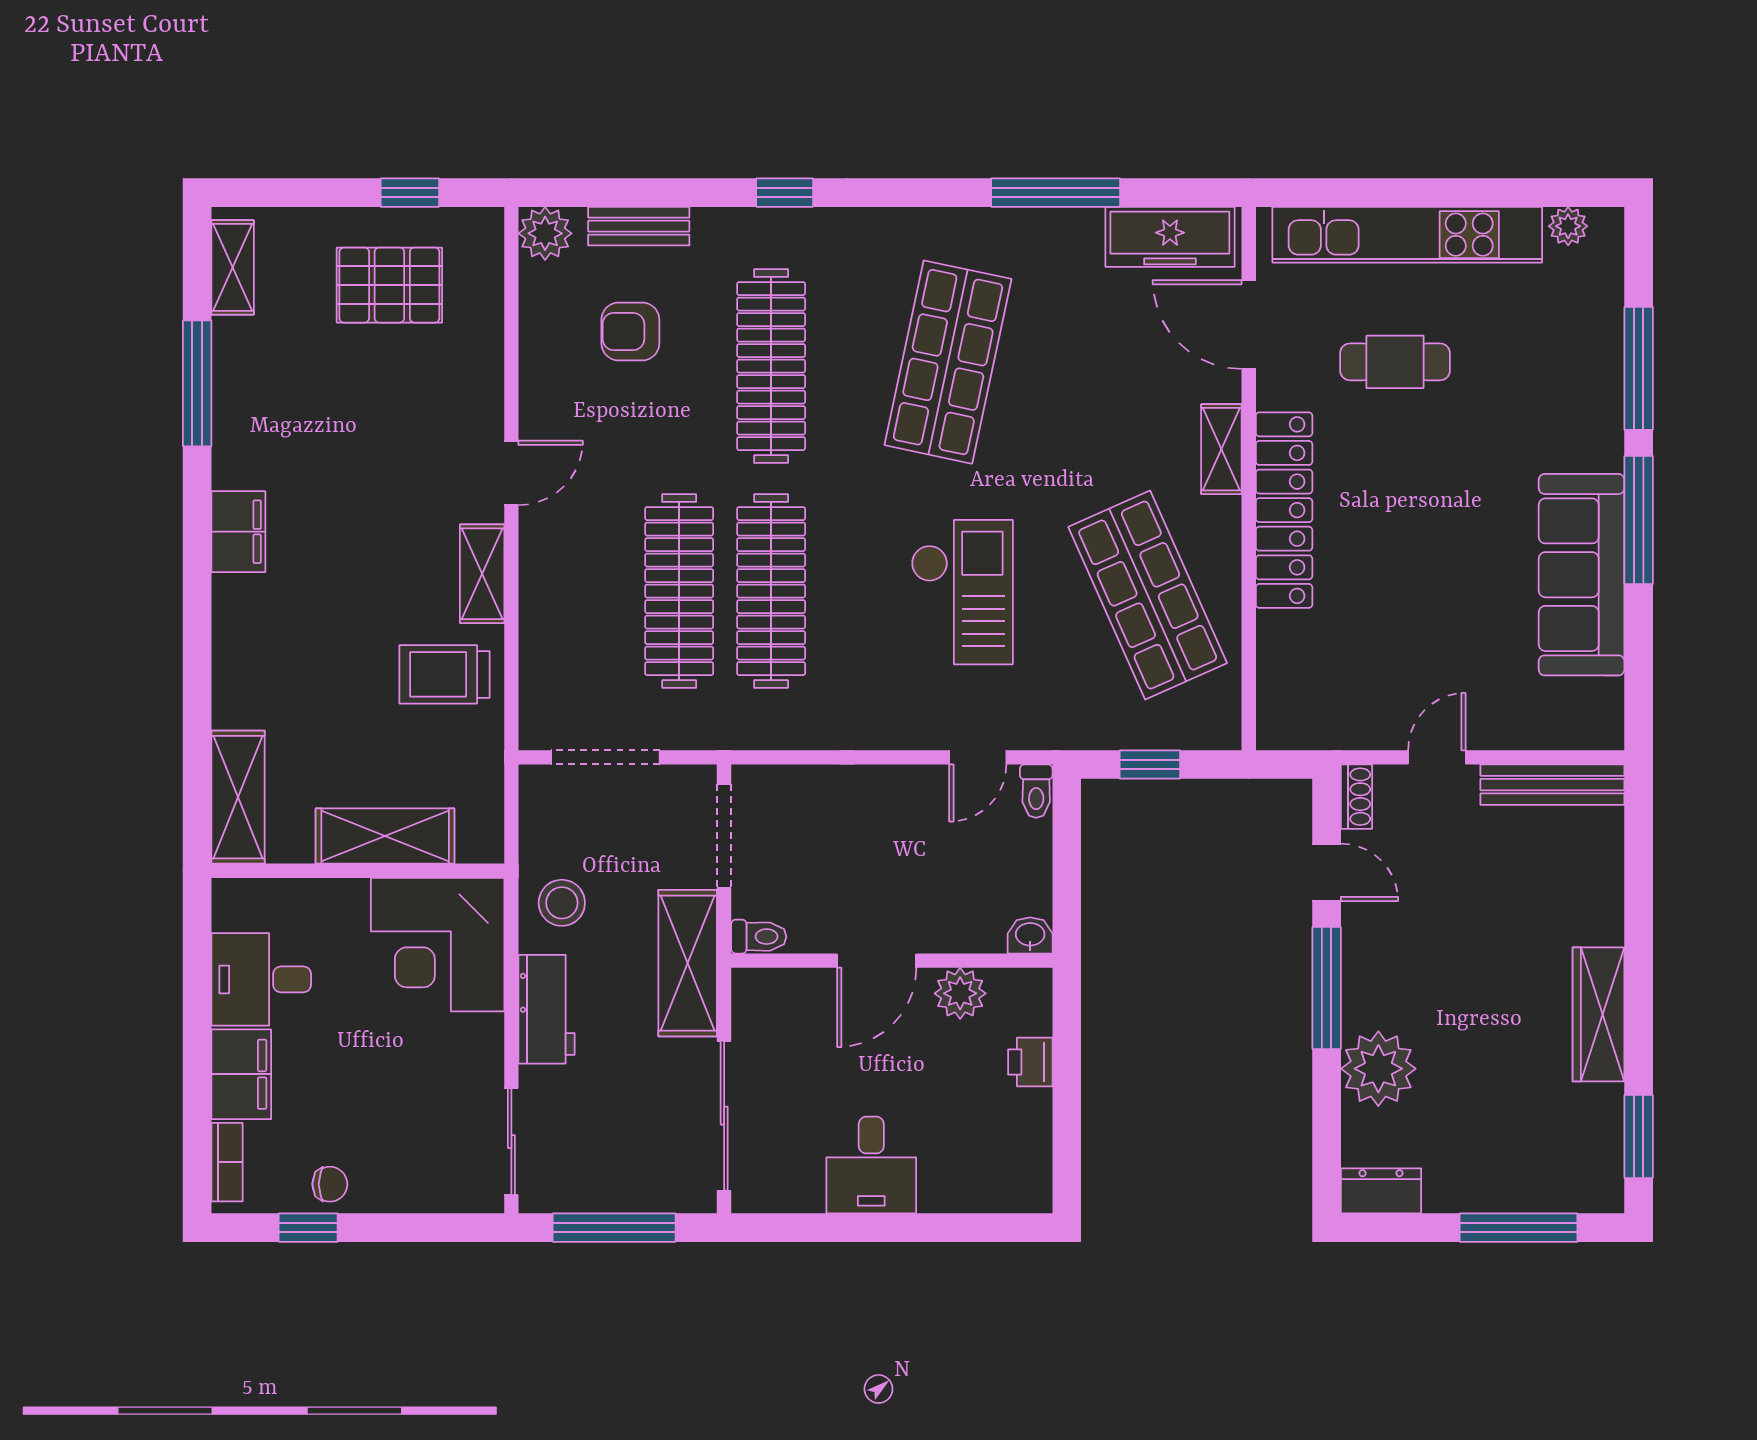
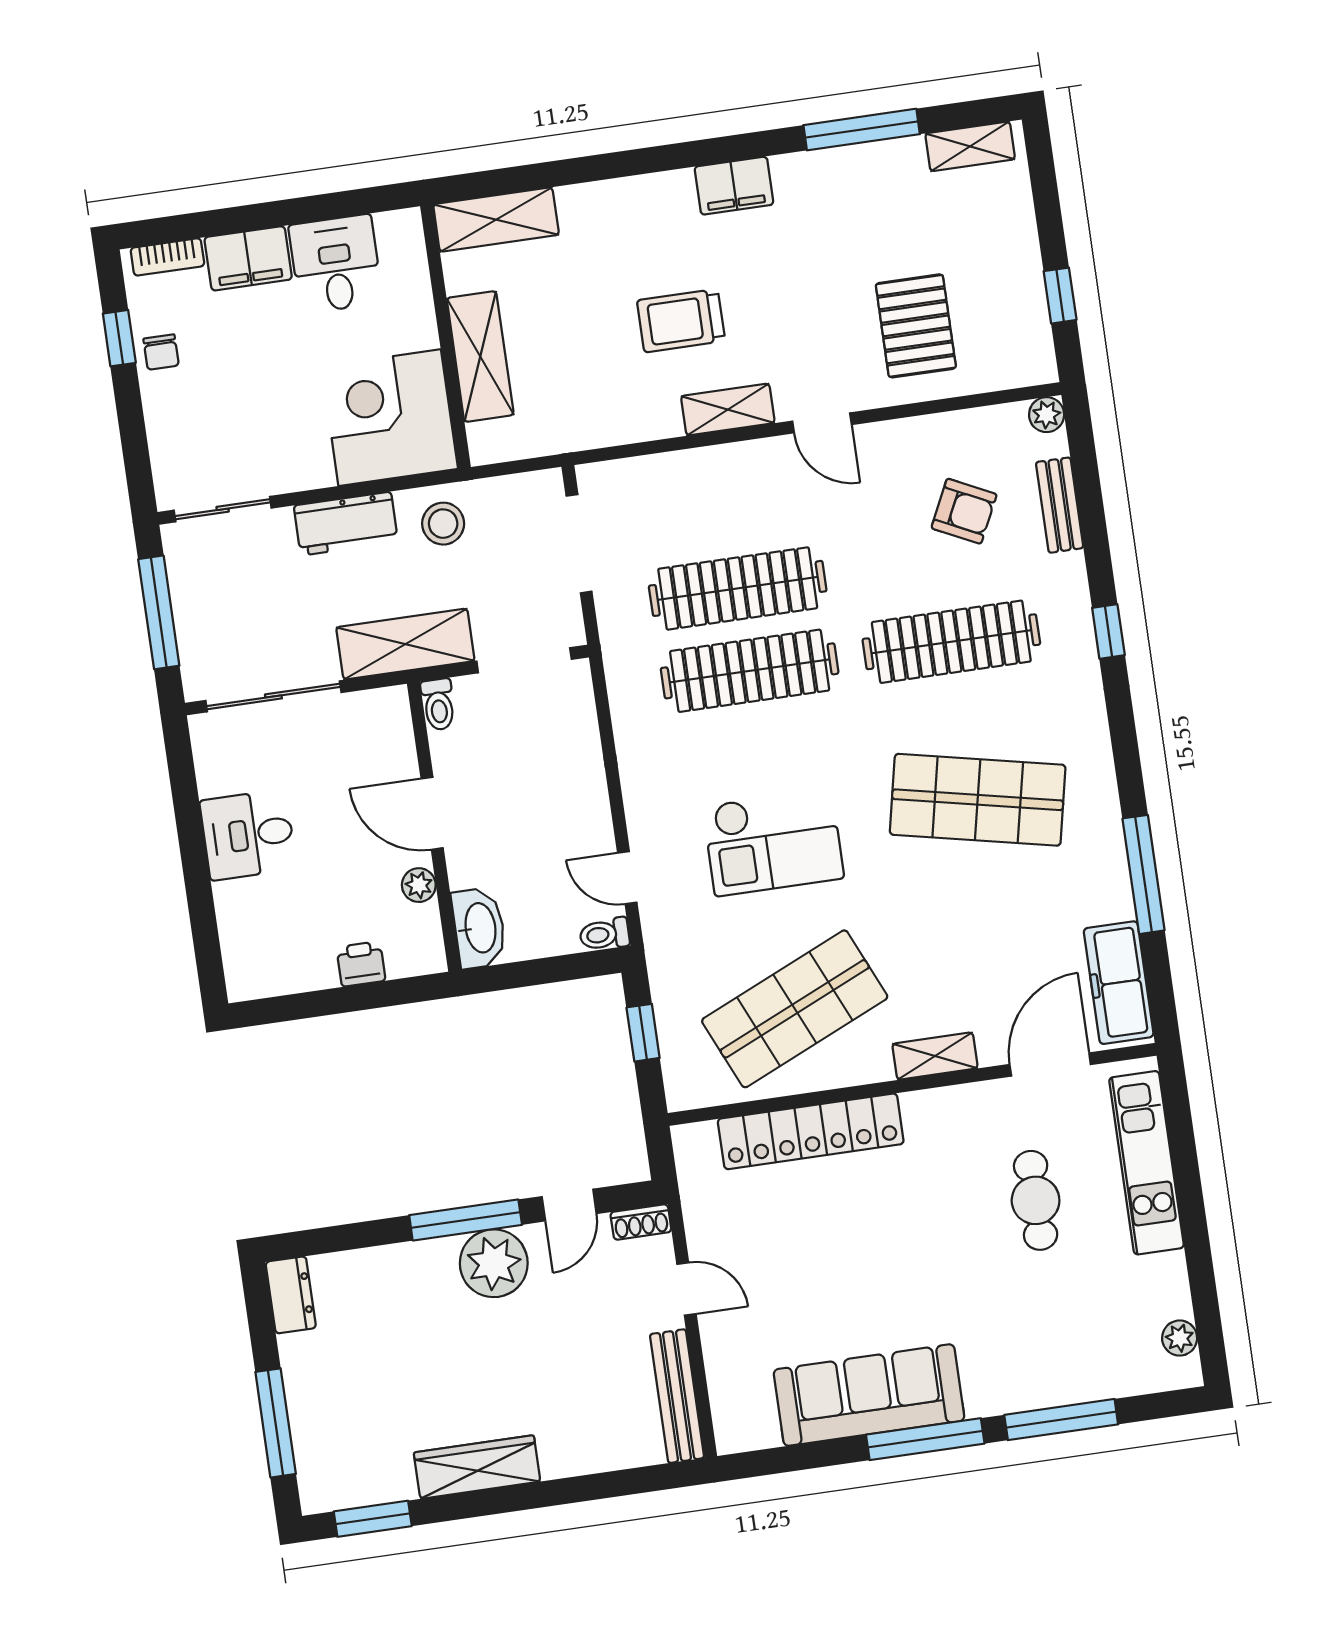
plant: (545, 233) -> (1047, 415), width x0.73, depth x0.73
kitchen unit: (1407, 235) -> (1147, 1163), width x0.73
pallet: (389, 285) -> (916, 326), moved
armchair: (630, 332) -> (964, 511), turned 116
locker: (1284, 510) -> (811, 1131), moved
trolley: (444, 674) -> (681, 321), moved, turned -90
washbasin: (1030, 935) -> (479, 928), width x1.91, depth x1.45
plant: (960, 993) -> (419, 885), width x0.73, depth x0.73
plant: (1378, 1069) -> (494, 1263), moved

